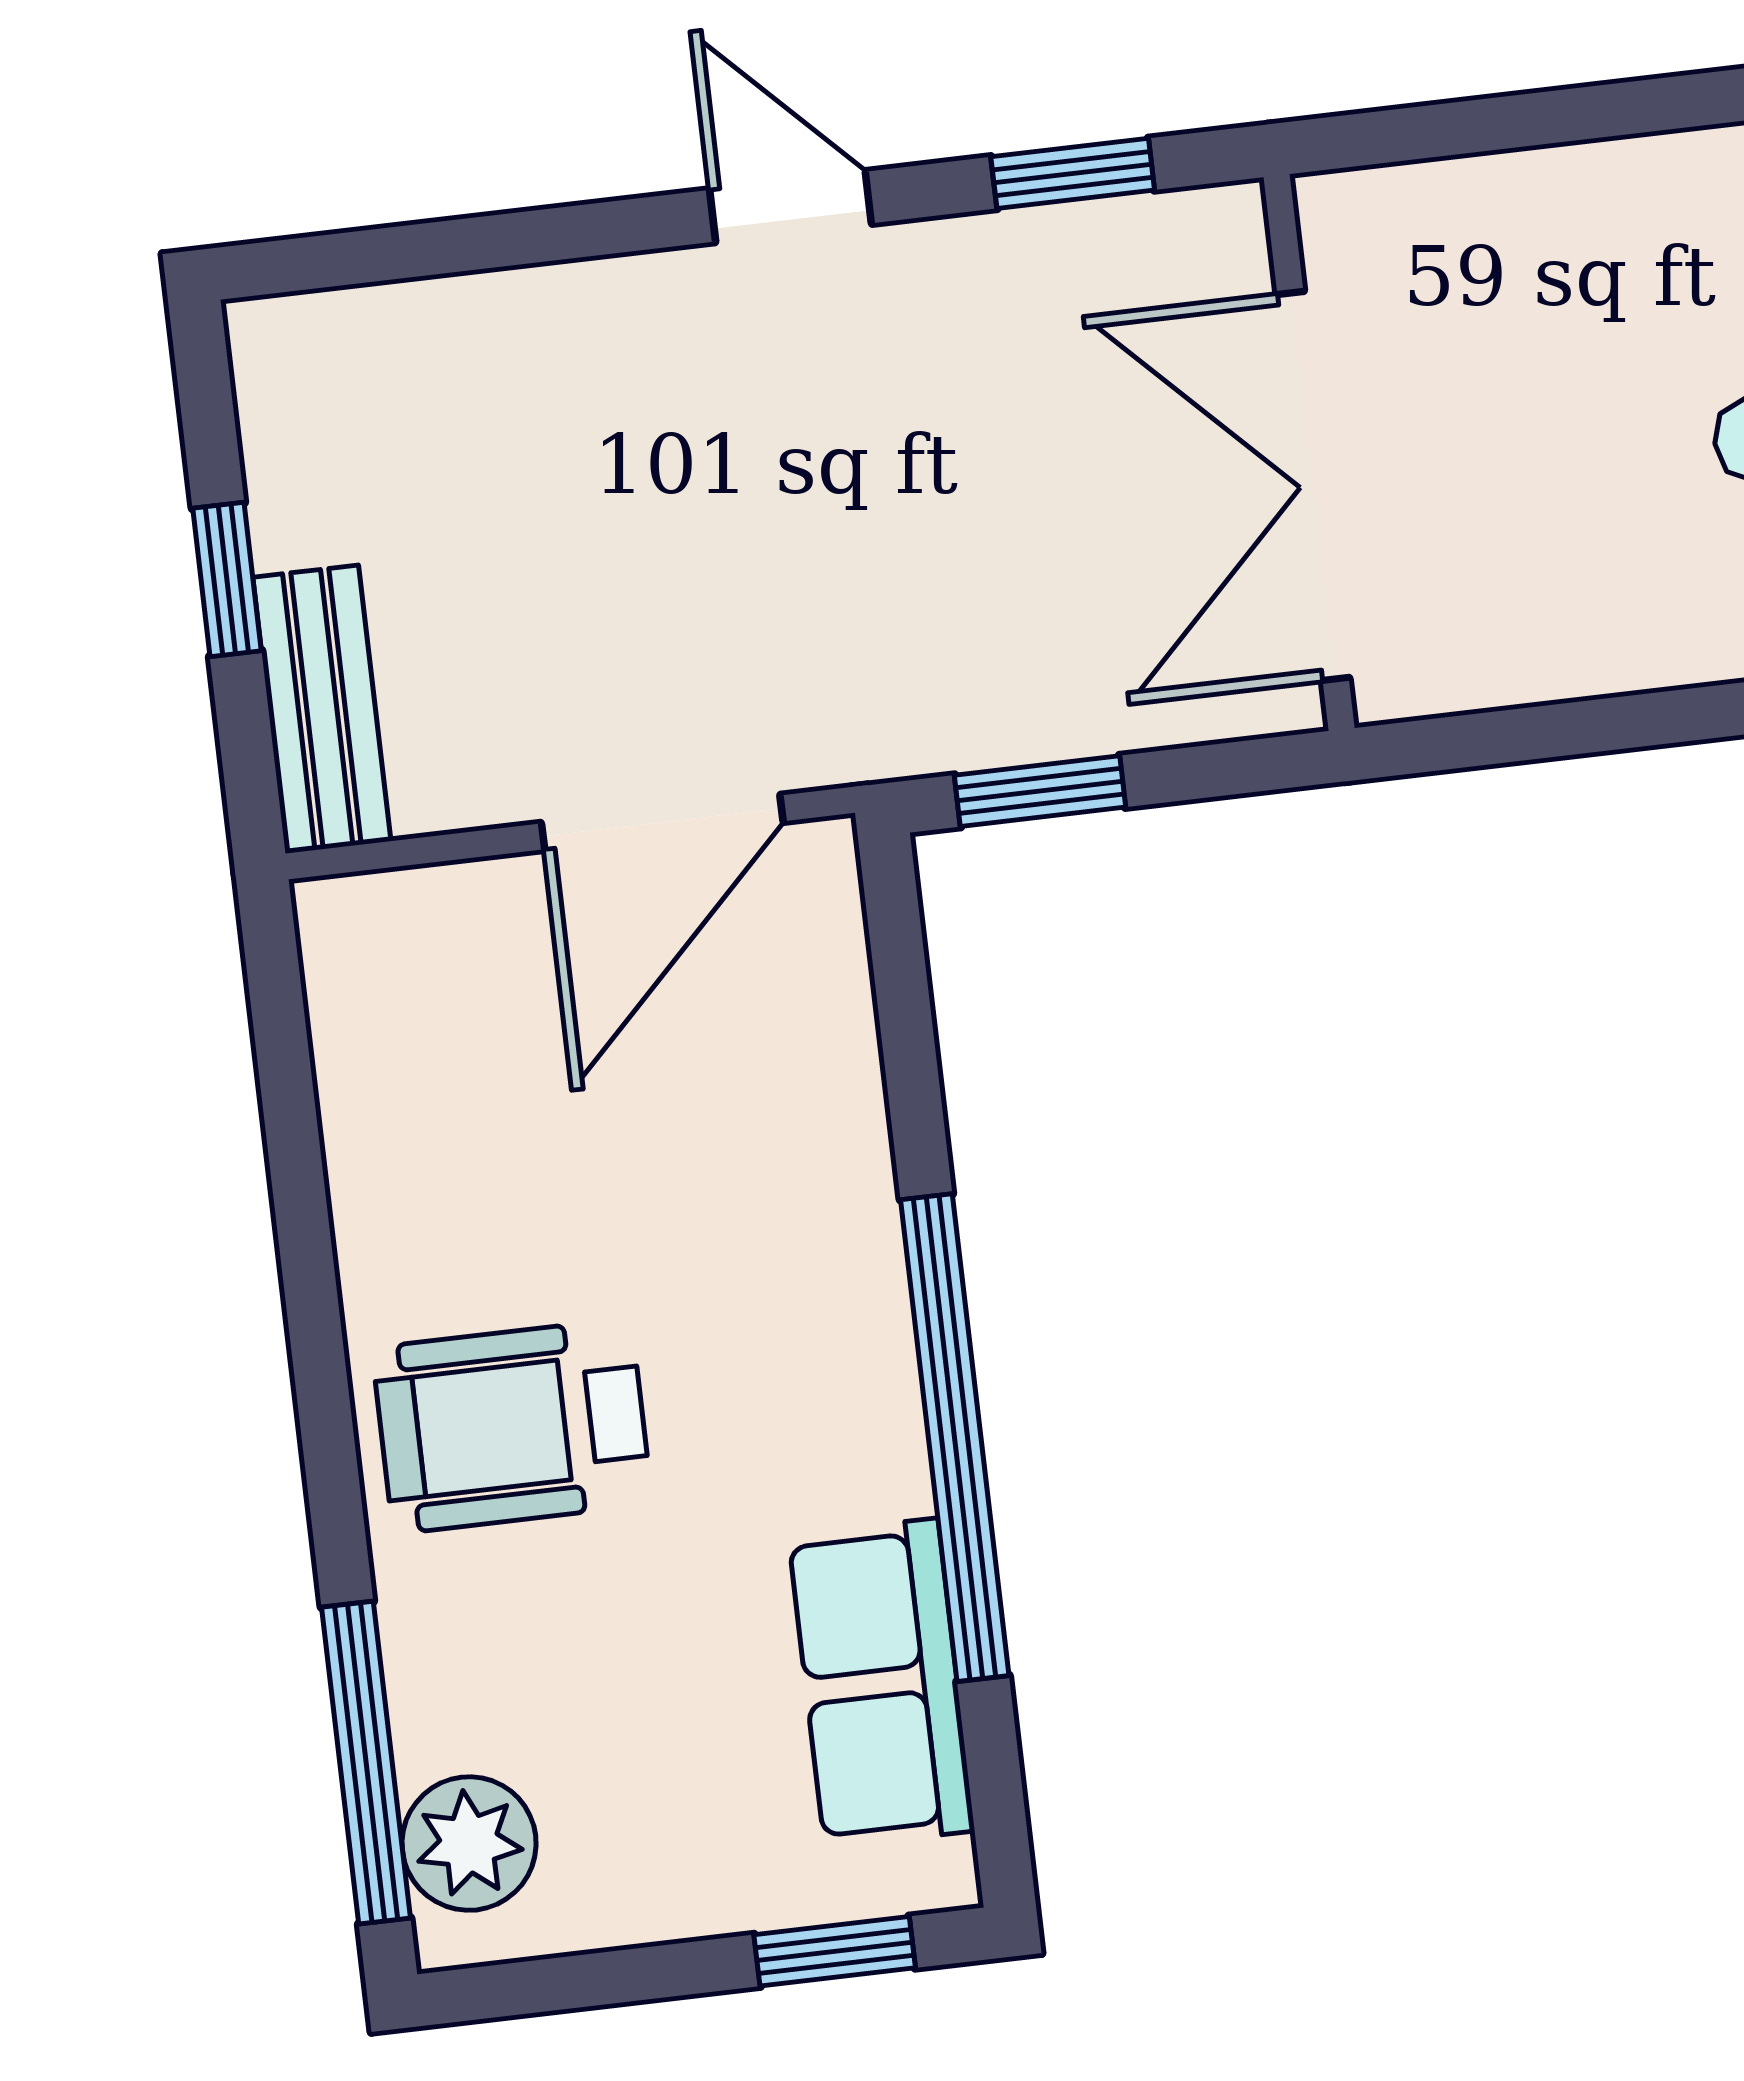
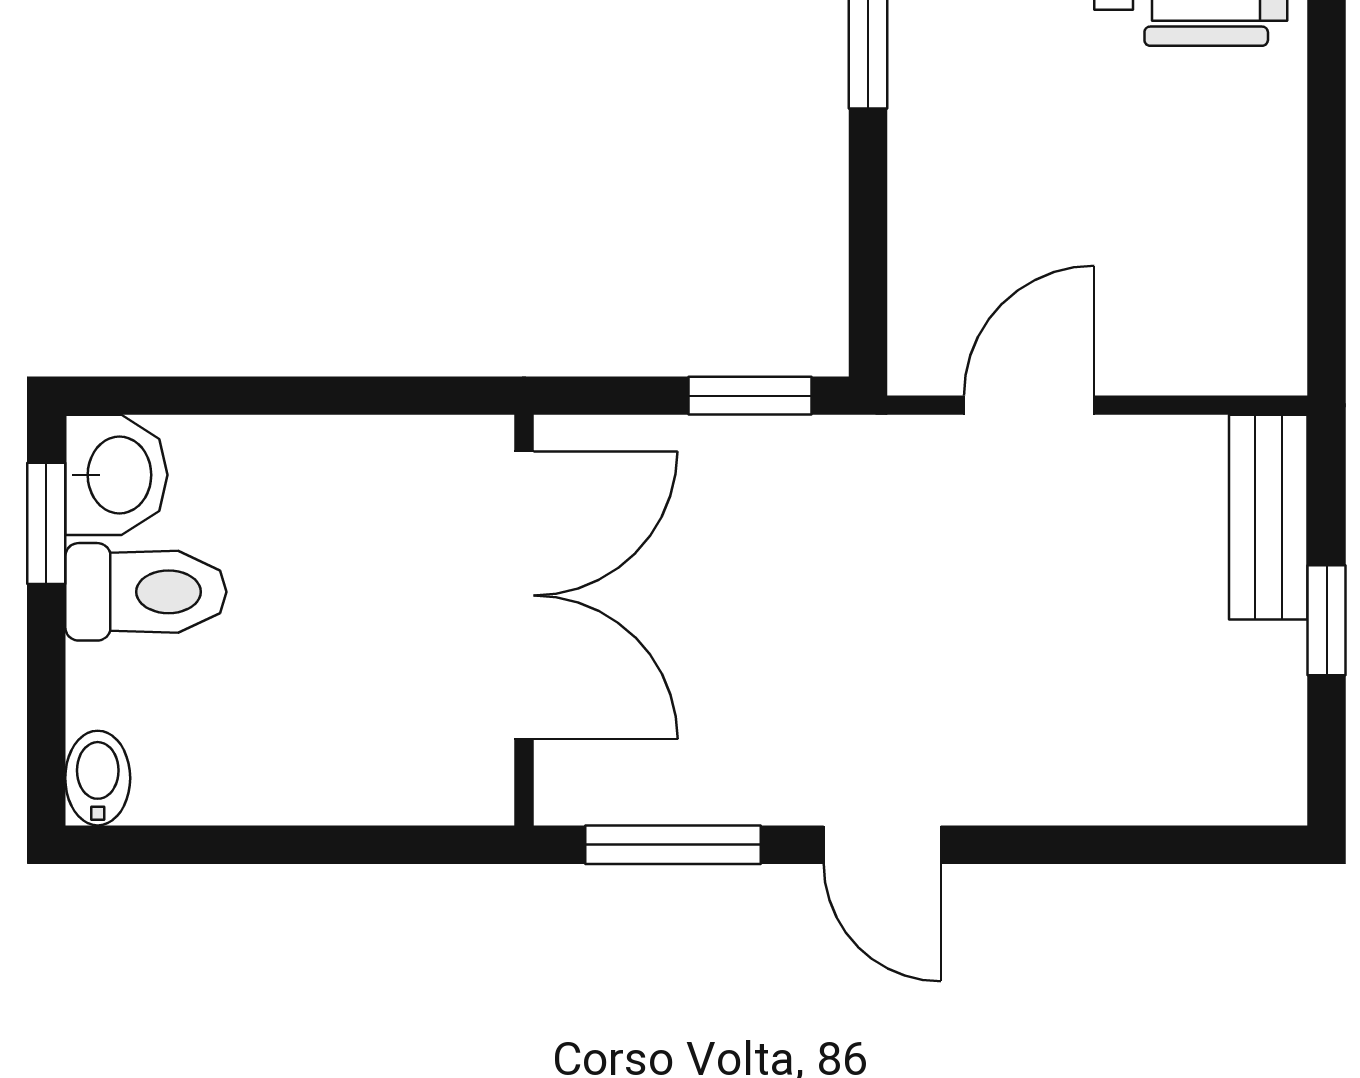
window: (1073, 173) -> (673, 845), width x1.50
door: (662, 822) -> (1029, 405), width x0.73

